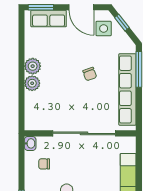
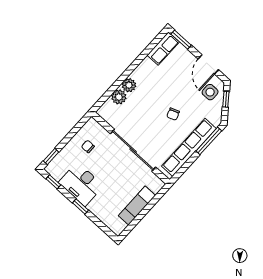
row of seats: (49, 19) -> (163, 49), moved, turned -90
plant: (33, 66) -> (119, 97), moved
washbasin: (30, 143) -> (91, 124), removed

